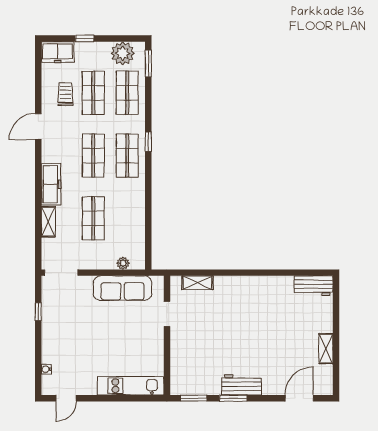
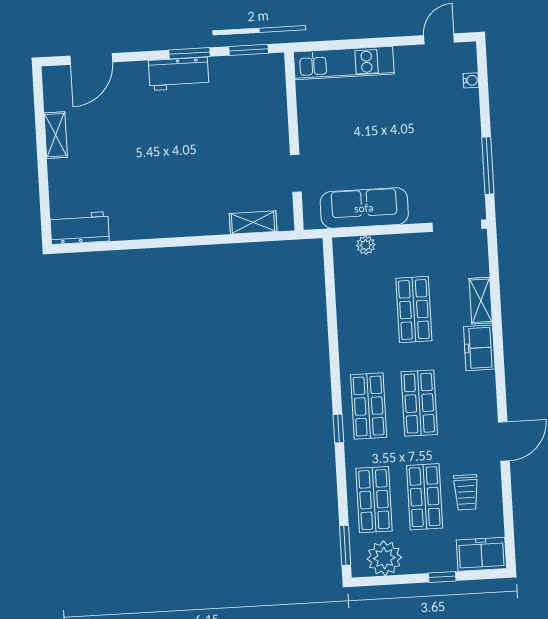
freezer: (51, 184) -> (479, 348), width x0.71
window: (38, 312) -> (488, 166), width x2.17

